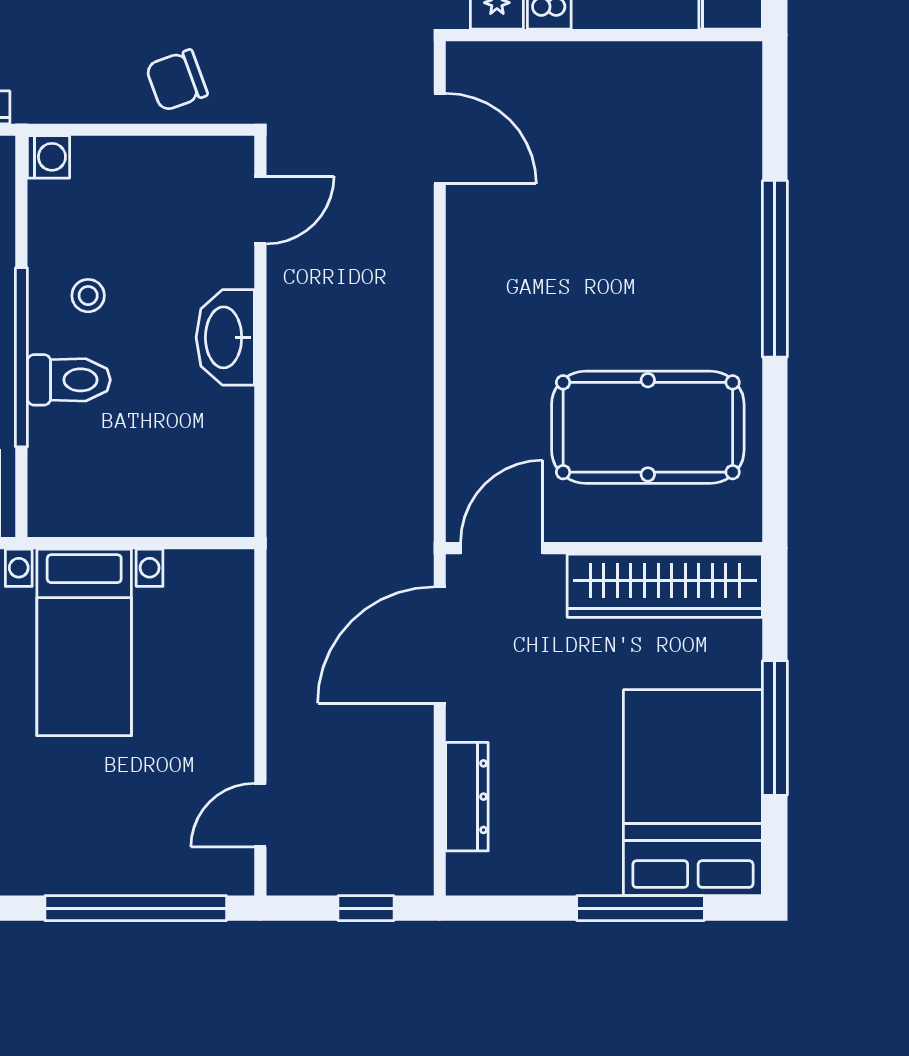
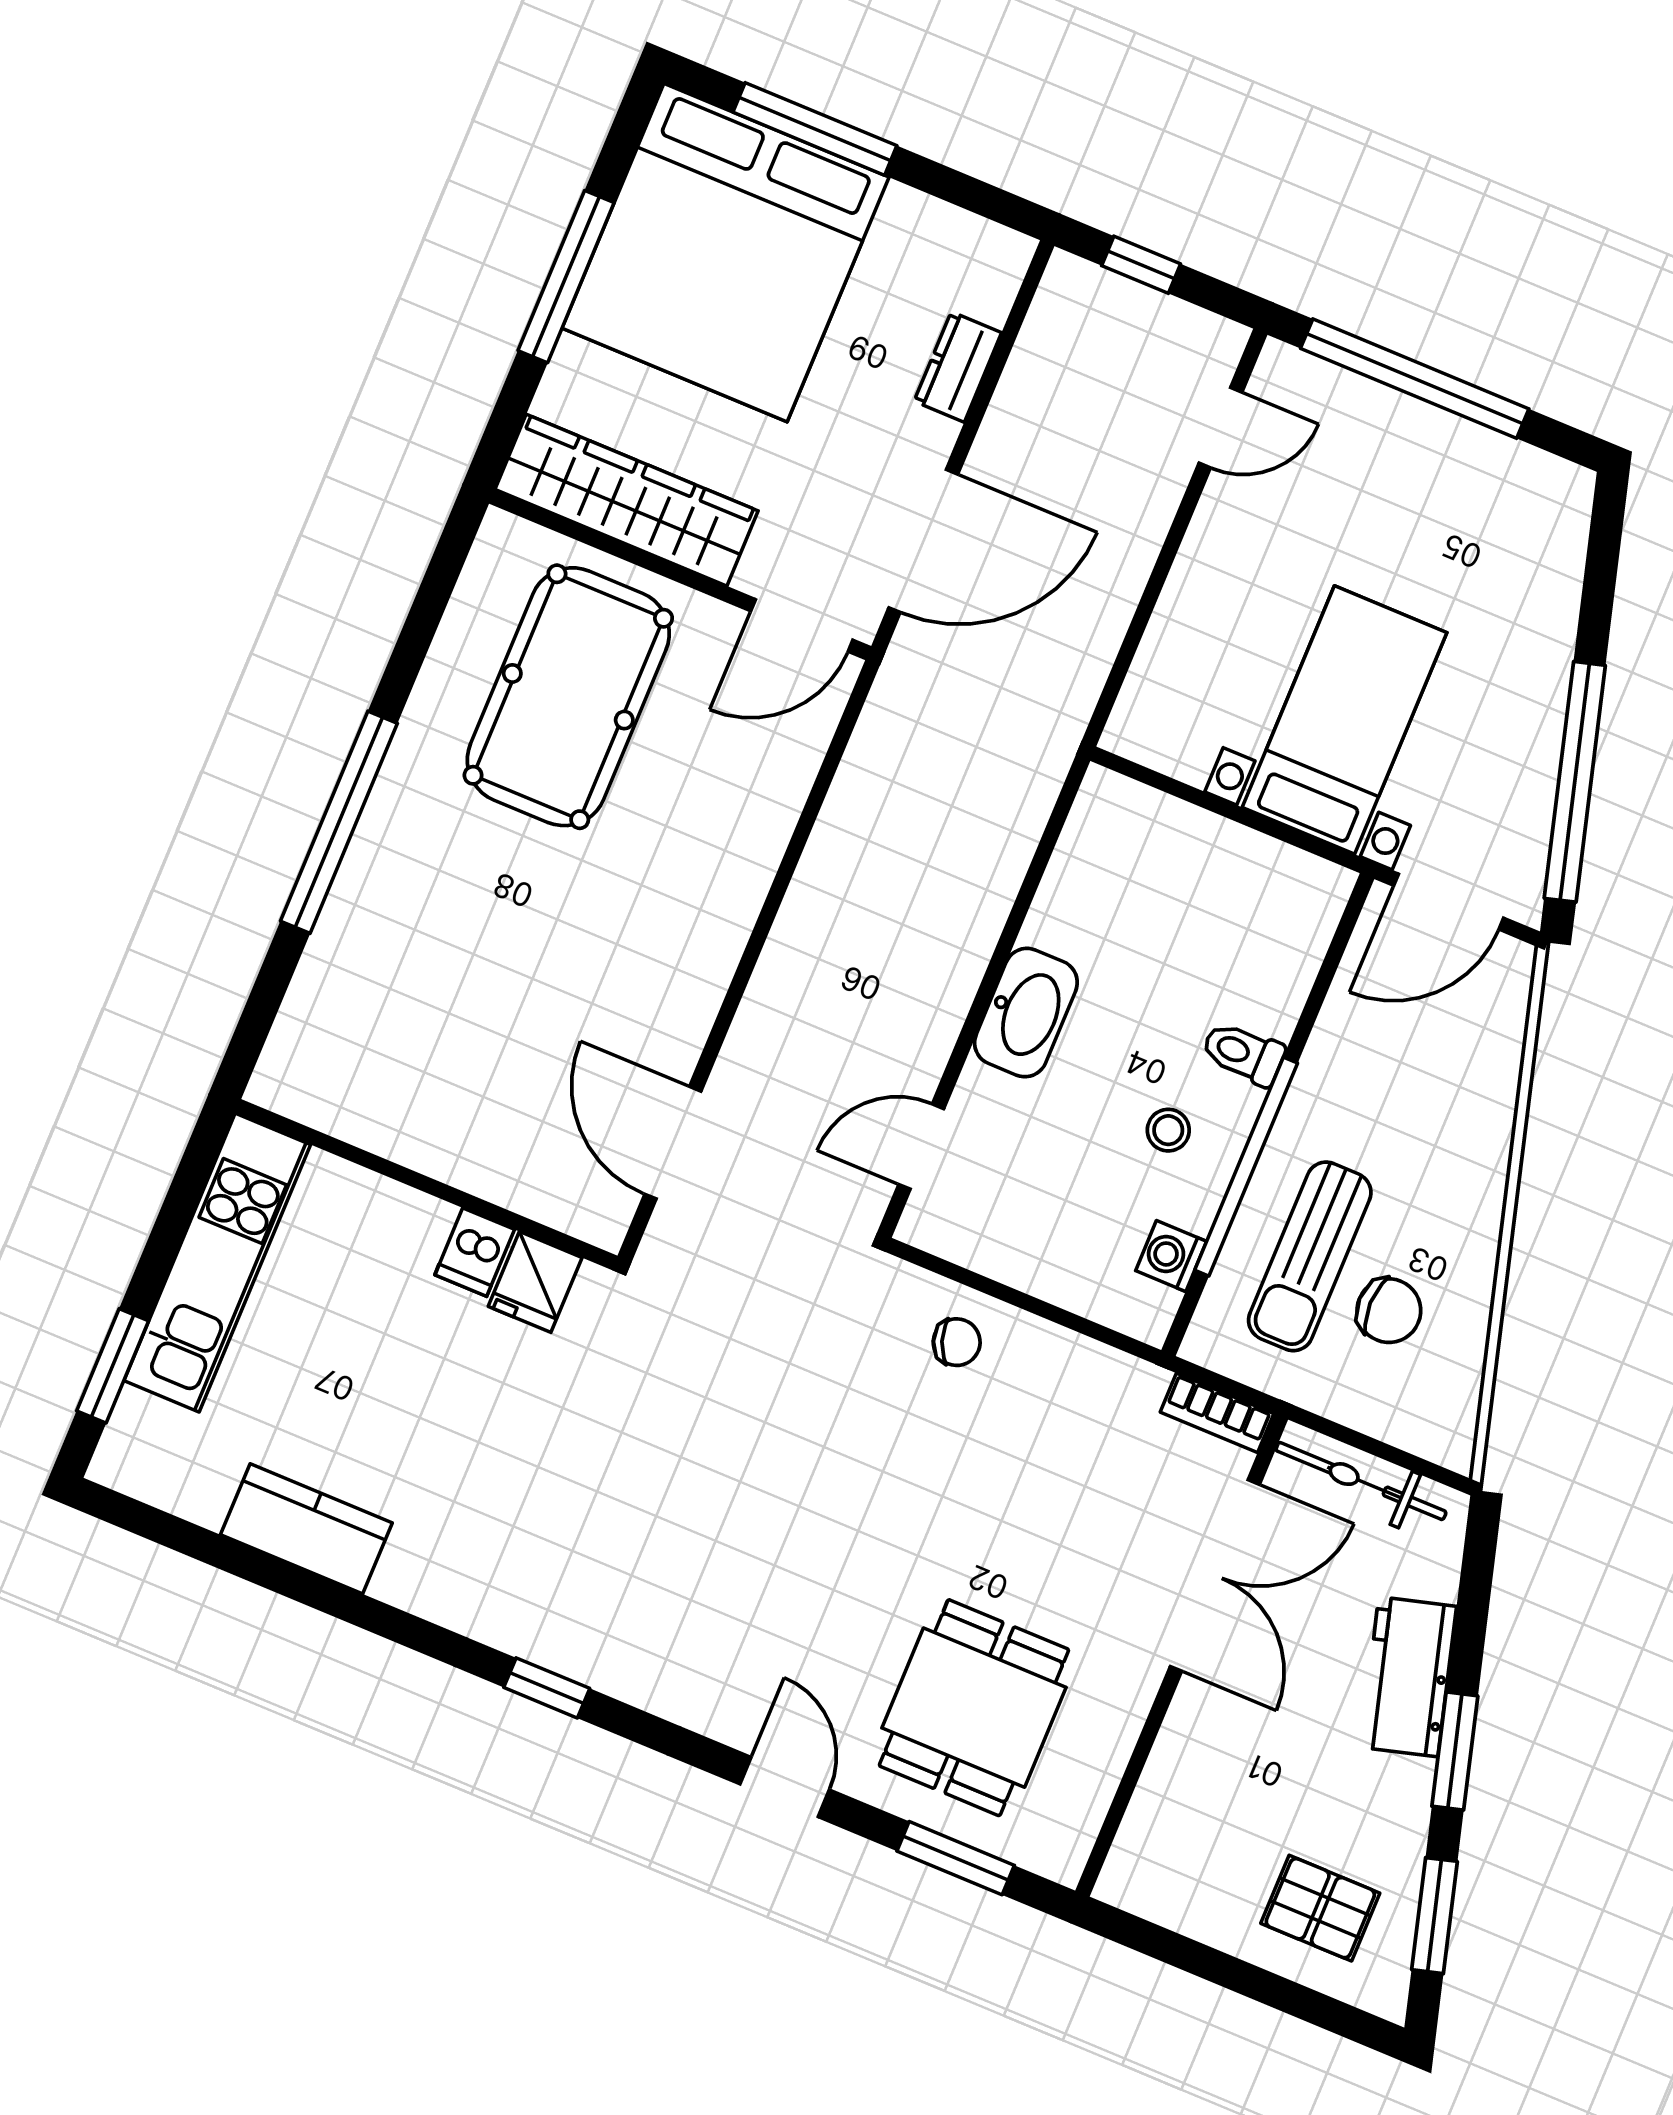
chair: (177, 80) -> (957, 1342), width x0.73, depth x0.73
washing machine: (49, 157) -> (1171, 1256), moved
window: (21, 357) -> (1246, 1167), moved
toilet: (69, 380) -> (1243, 1053), width x0.73, depth x0.72
pool table: (648, 427) -> (568, 697), turned 90
bed: (693, 793) -> (725, 253), width x1.36
dresser: (467, 797) -> (958, 367), width x0.70

